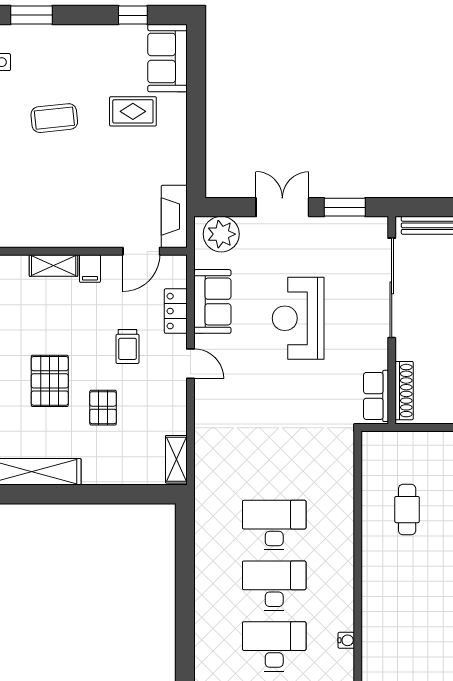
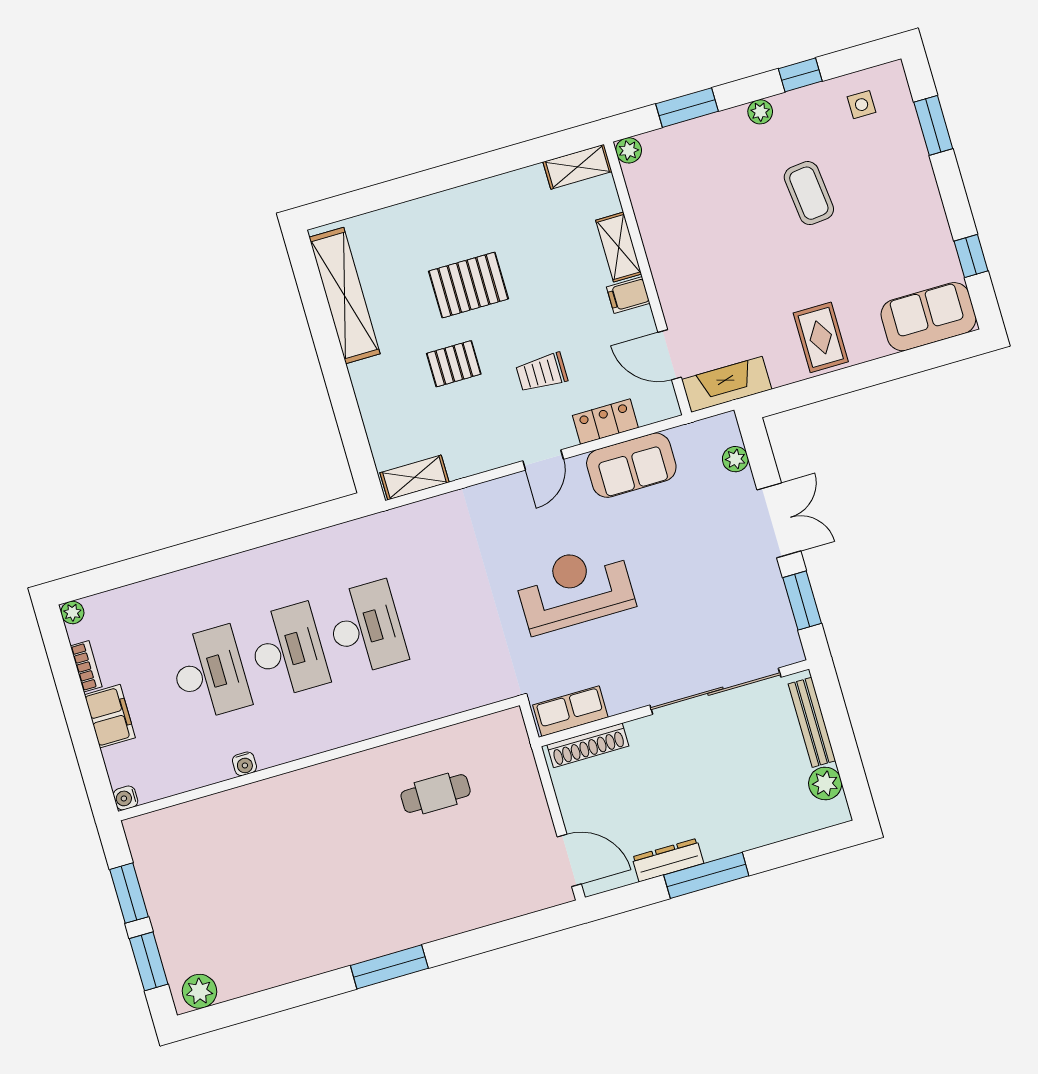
rug: (133, 111) -> (821, 337), moved
plant: (221, 234) -> (735, 459), width x0.53, depth x0.53
reception desk: (298, 318) -> (575, 589), moved

